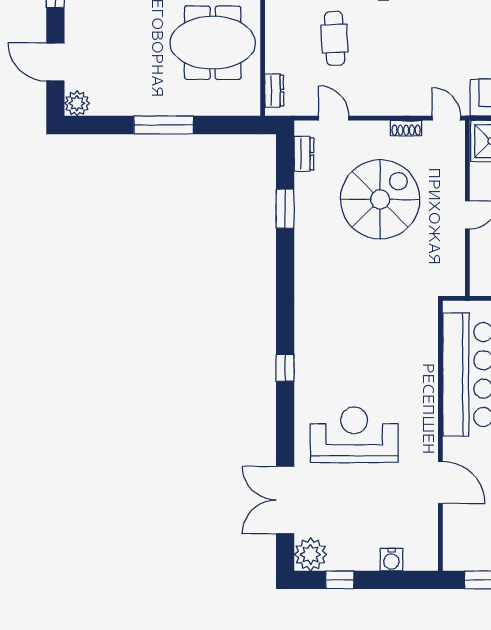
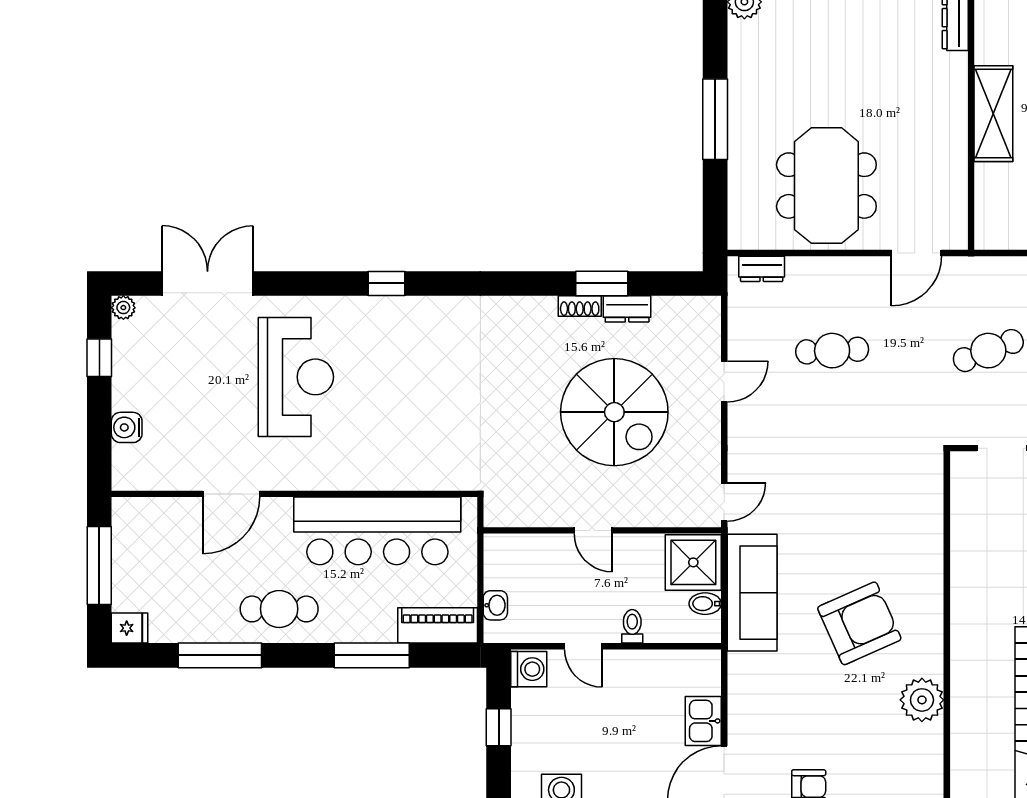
door: (334, 118) -> (724, 381), moved
shoe rack: (406, 128) -> (580, 306), moved, turned -90
dresser: (304, 154) -> (627, 309), moved
plant: (311, 554) -> (123, 308), width x0.53, depth x0.53

